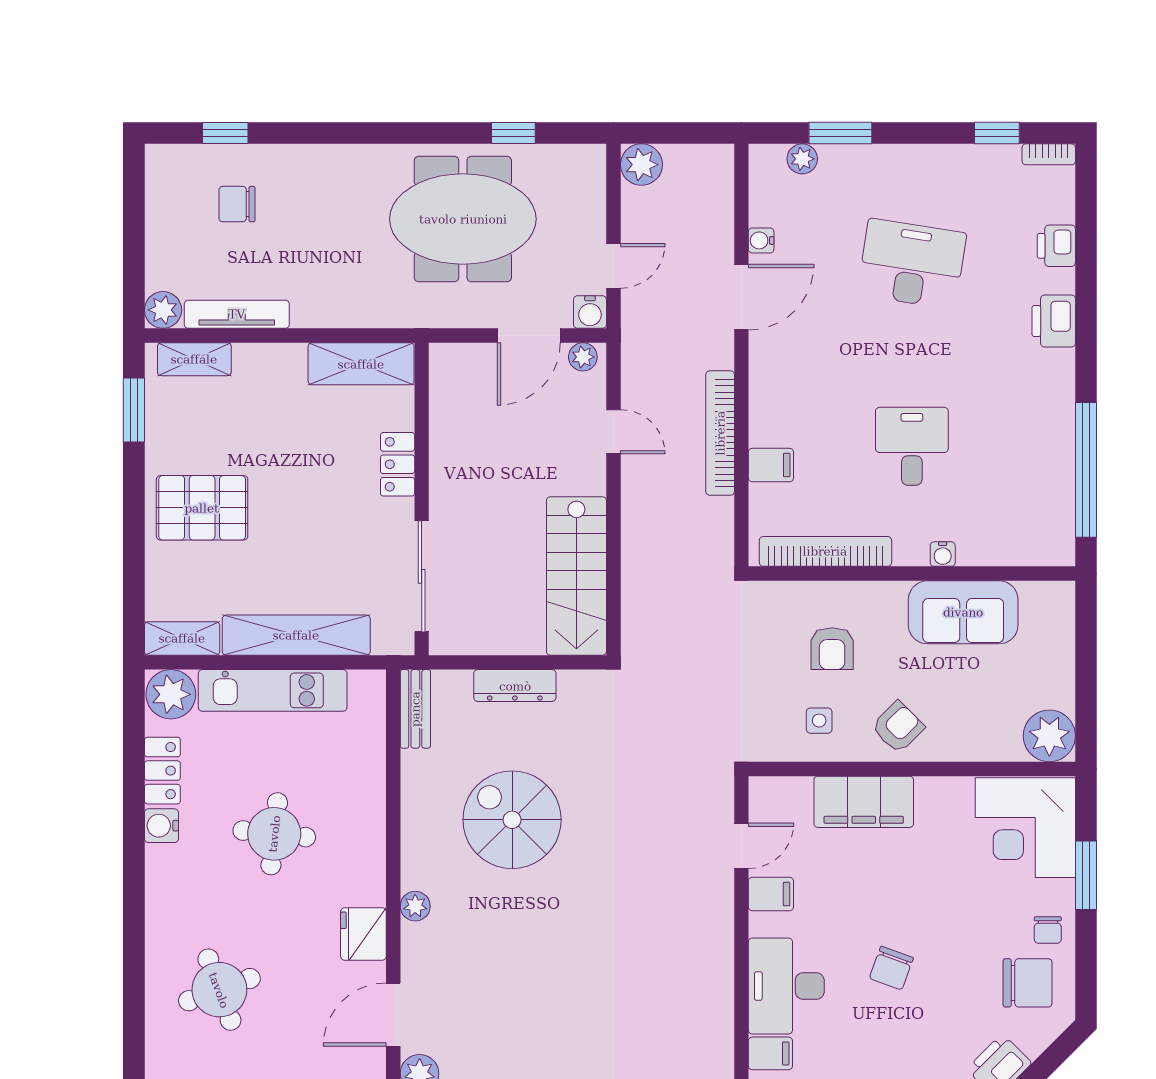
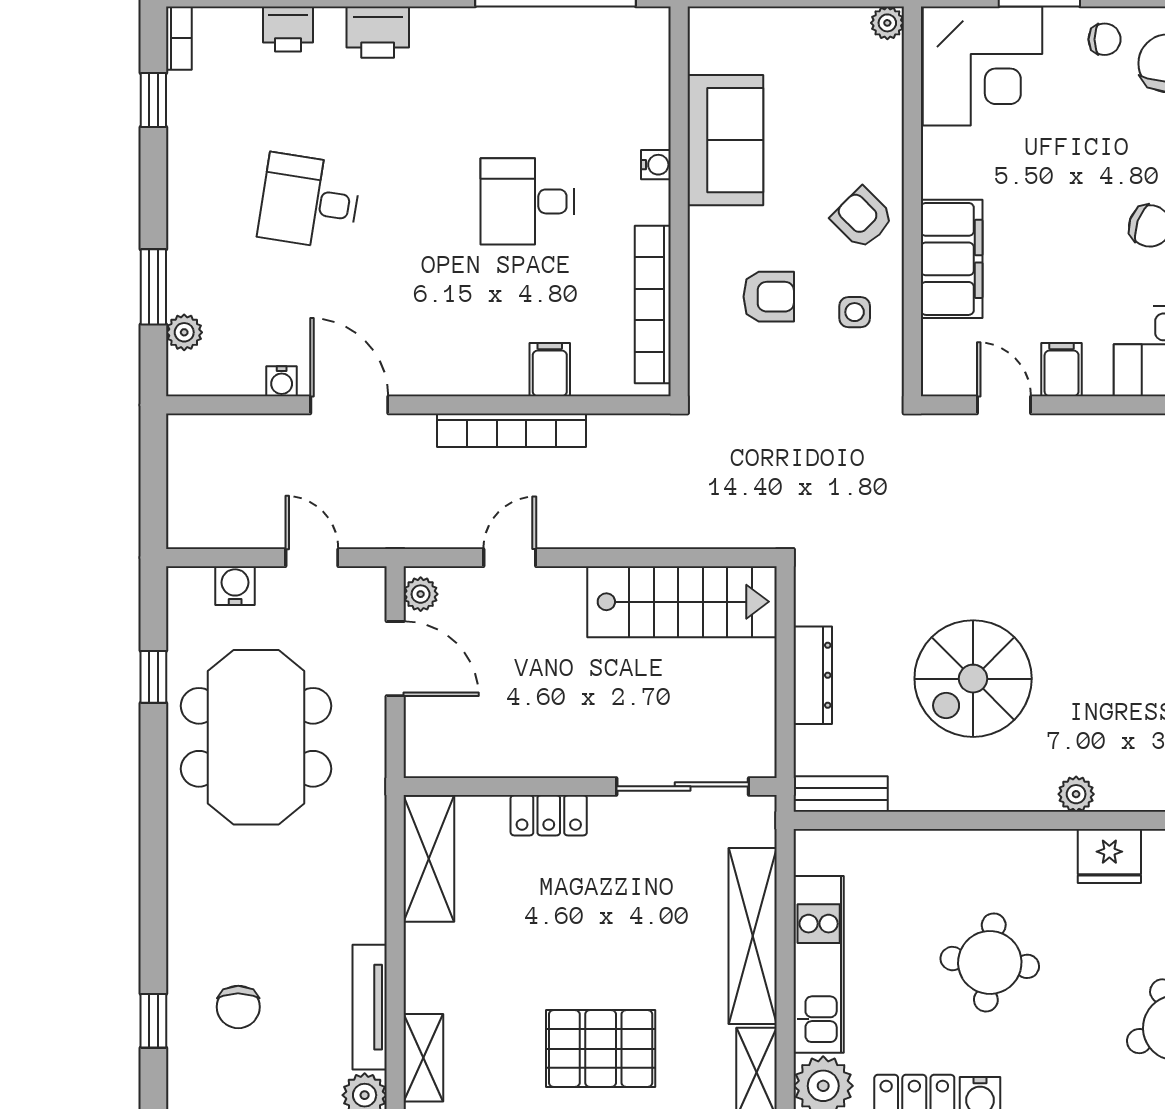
plant: (641, 165) -> (191, 524), removed
desk: (912, 264) -> (310, 201), width x0.73
water cooler: (590, 312) -> (235, 586), moved, turned -90
pallet: (202, 508) -> (601, 1049), turned 90
plant: (1049, 736) -> (887, 23), width x0.53, depth x0.53

